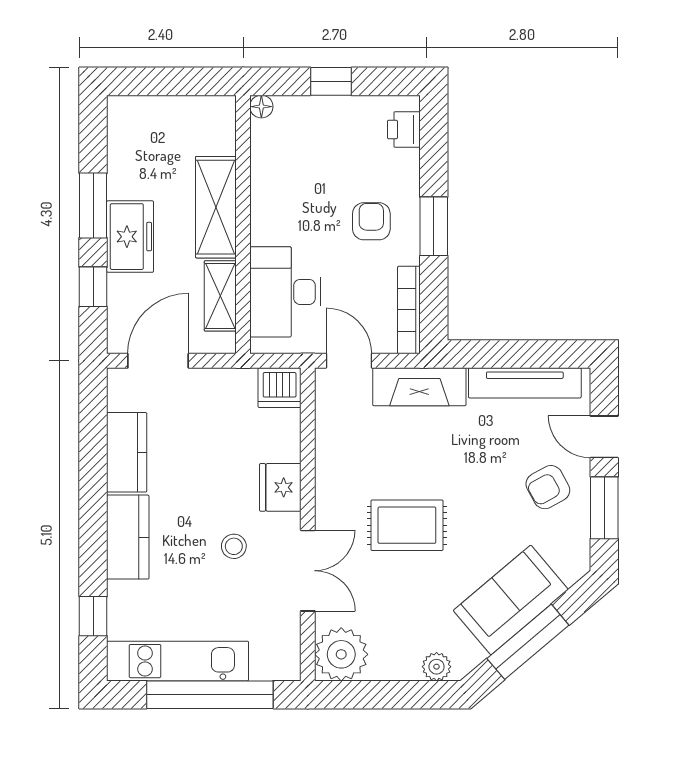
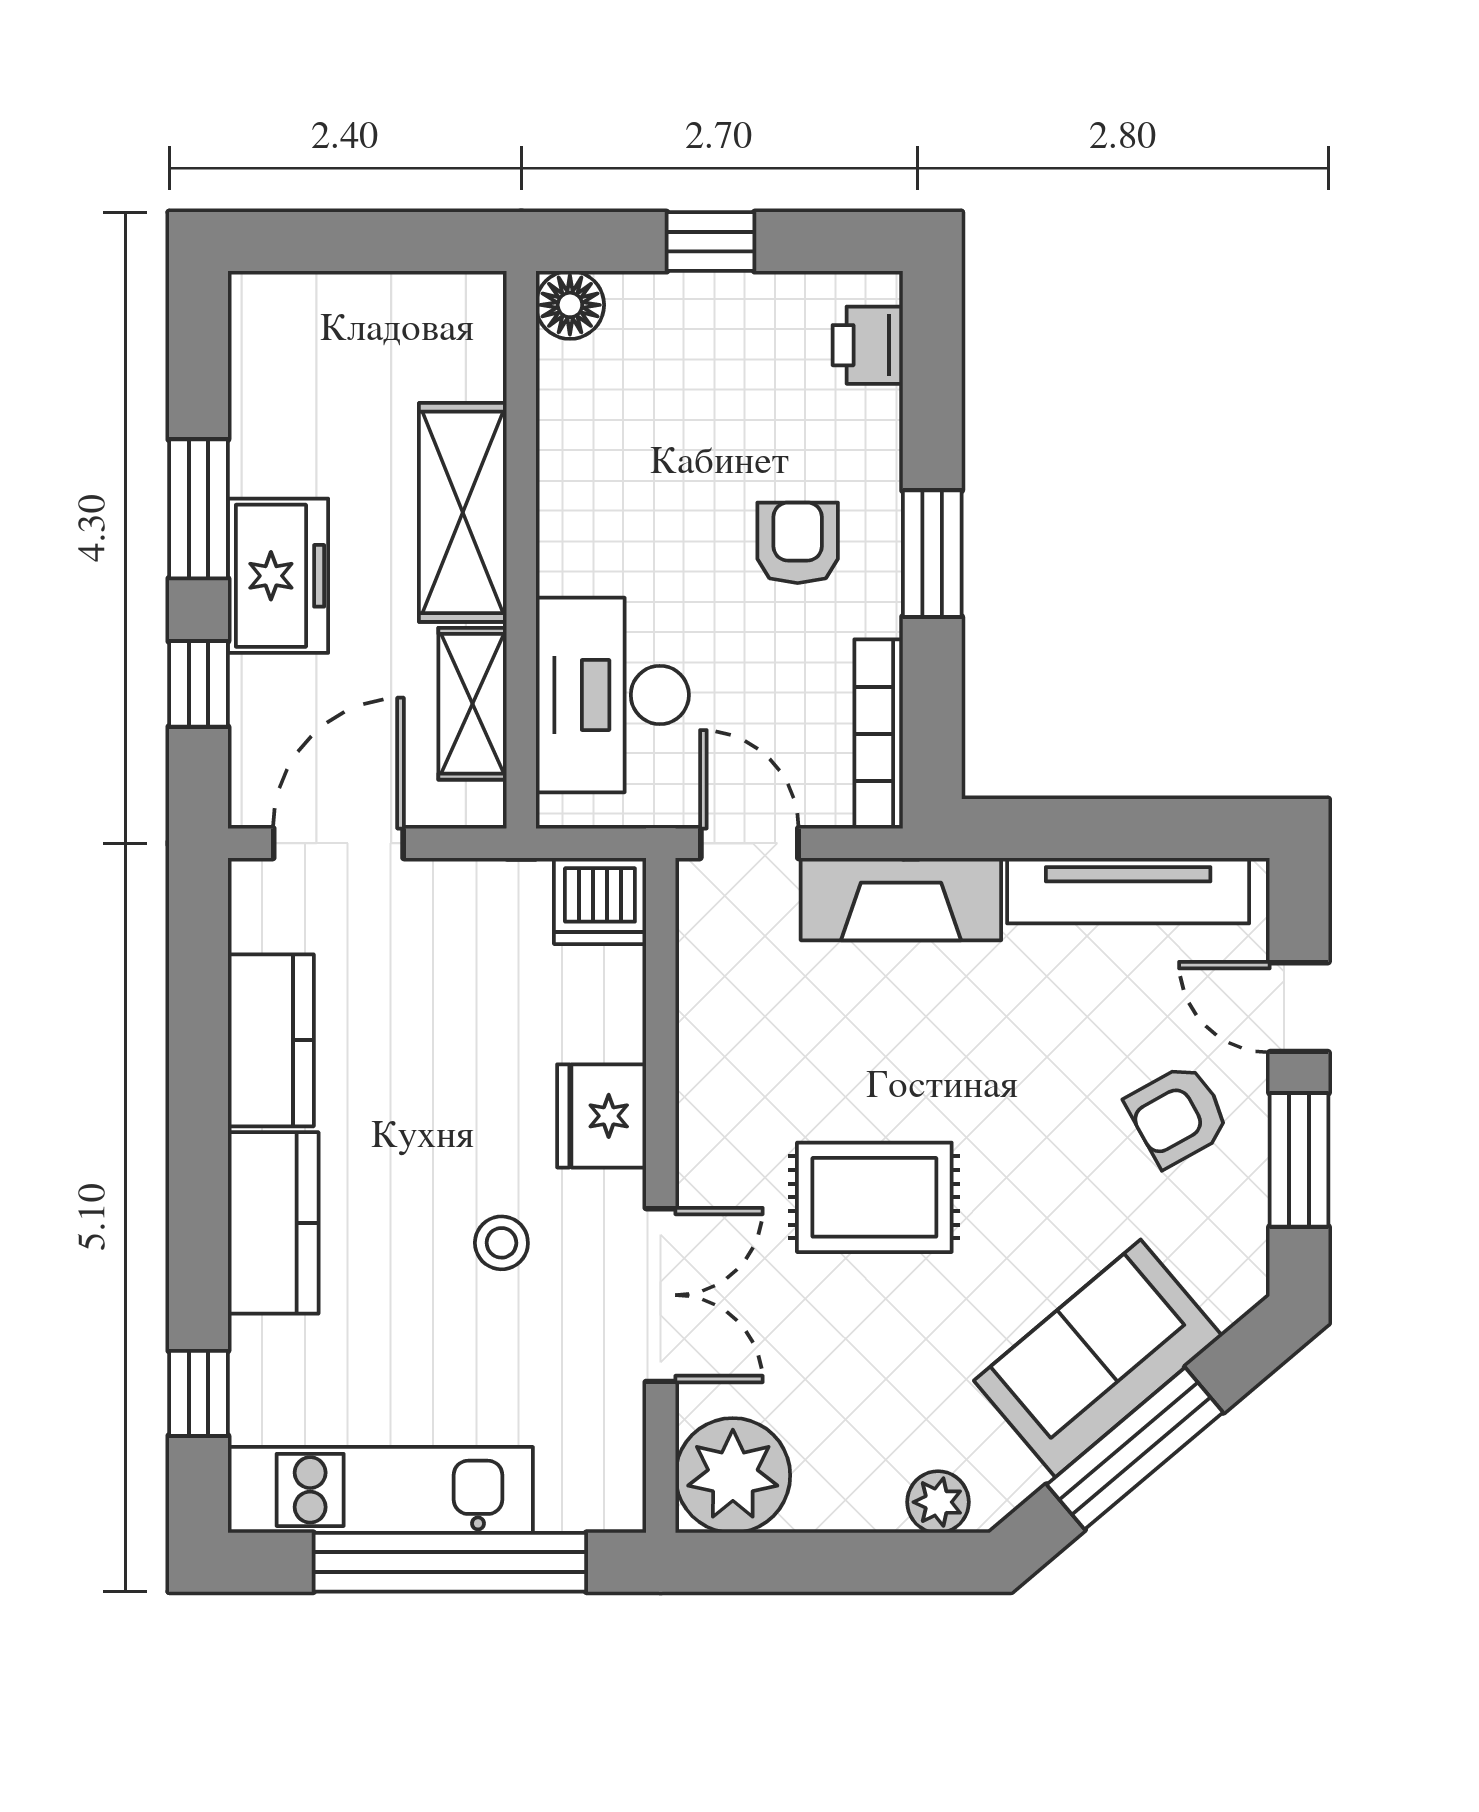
floor lamp: (261, 107) -> (570, 305), width x1.37, depth x1.37

